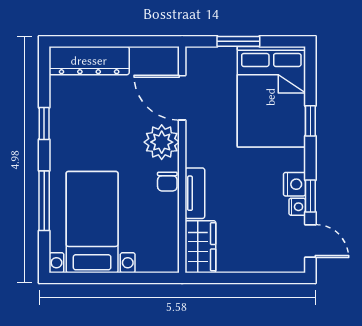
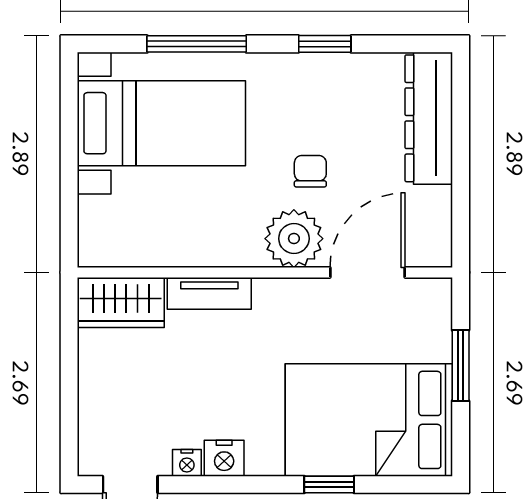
chair: (167, 182) -> (310, 171), moved, turned 90
window: (310, 196) -> (205, 485), removed

